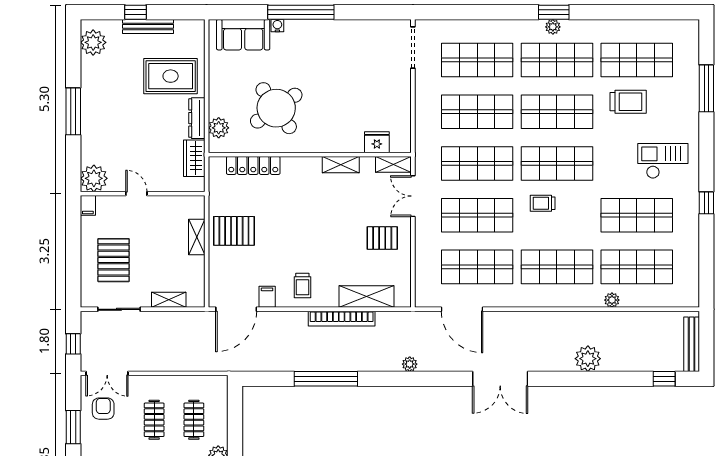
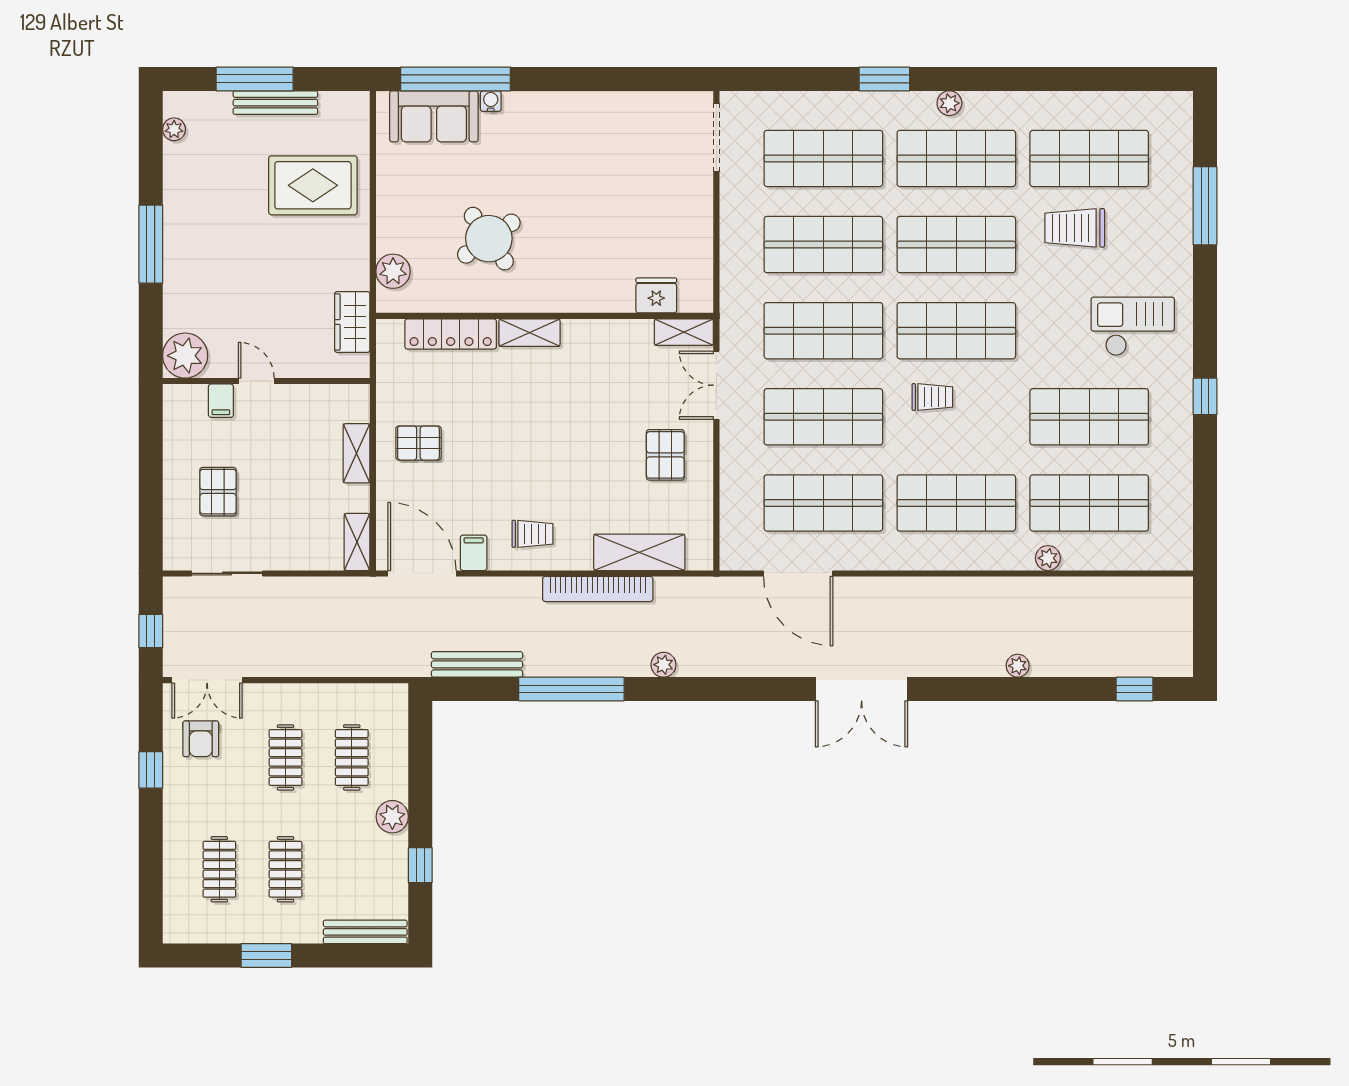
window: (136, 12) -> (255, 79), width x2.17
window: (301, 12) -> (455, 79), moved
window: (554, 12) -> (884, 79), moved
plant: (93, 42) -> (174, 129), width x0.53, depth x0.53
trolley: (628, 102) -> (1075, 228), turned 180
round table: (276, 108) -> (489, 239), width x0.73, depth x0.73
dresser: (197, 118) -> (357, 255), removed
shelving: (341, 165) -> (529, 333), moved
trolley: (543, 203) -> (932, 397), turned 180
filing cabinet: (88, 205) -> (221, 401), moved
pallet: (234, 231) -> (418, 443), width x0.67, depth x0.71
pallet: (382, 238) -> (665, 455), turned 90
pallet: (114, 260) -> (218, 492), width x0.67, depth x0.71
trolley: (302, 285) -> (533, 534), turned -90
shelving: (169, 300) -> (357, 542), moved, turned 90
door: (236, 309) -> (422, 573), swing flipped
bench: (692, 344) -> (477, 664), moved, turned 90
plant: (588, 359) -> (1018, 666), width x0.53, depth x0.53
plant: (410, 364) -> (663, 665), moved
armchair: (103, 409) -> (201, 739), turned 180
window: (73, 427) -> (151, 770), width x0.67

